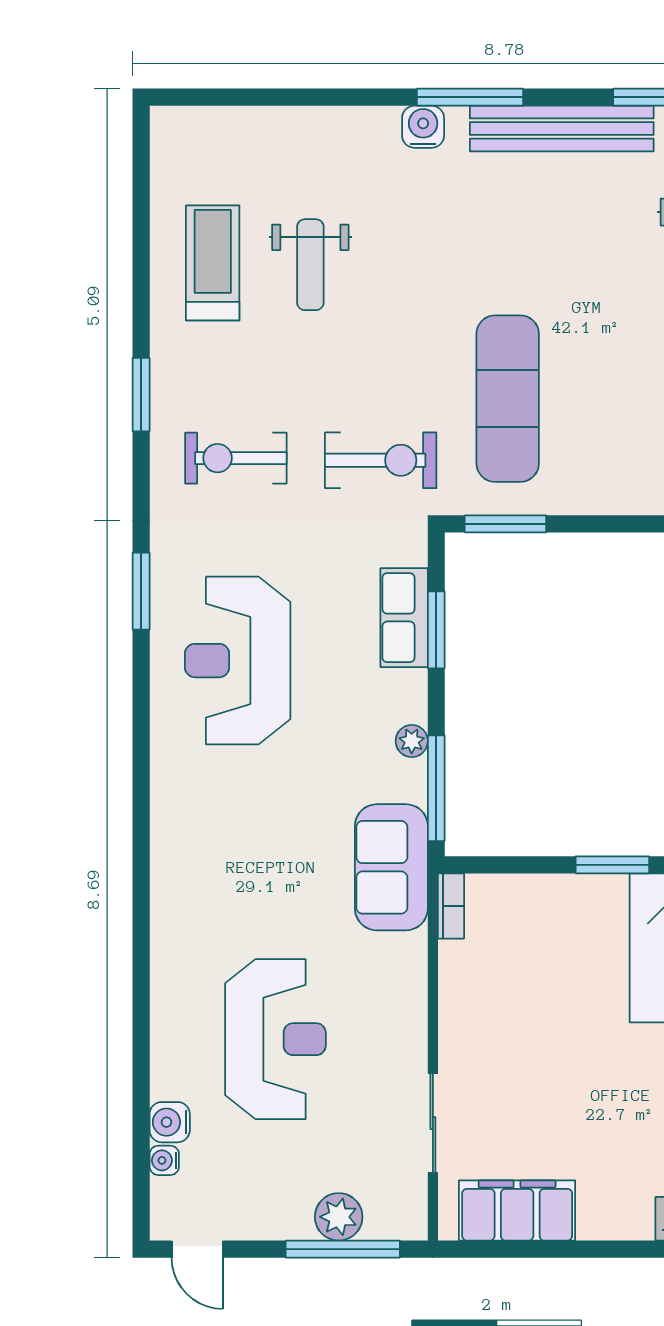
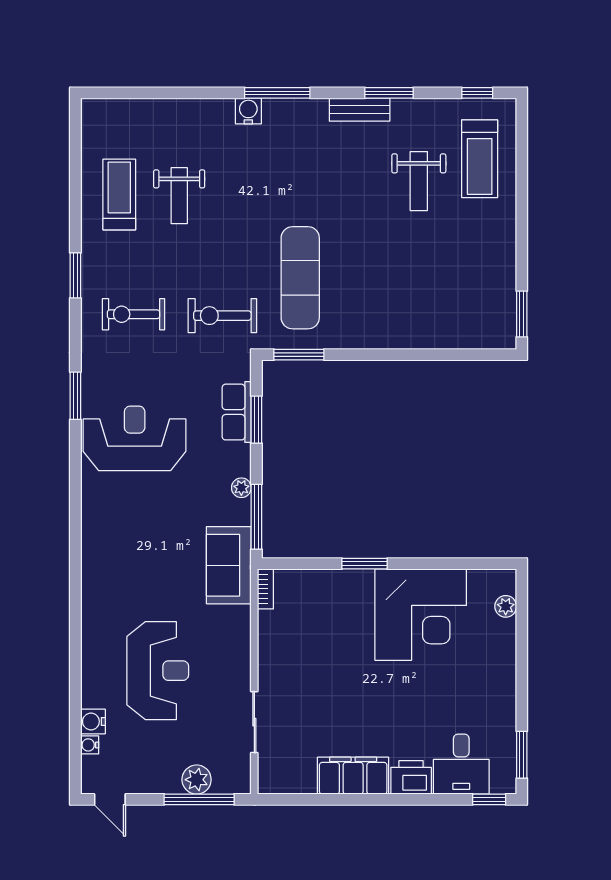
bench: (562, 129) -> (360, 110), width x0.54, depth x0.82
exercise bike: (381, 460) -> (222, 316), turned 180
reception desk: (238, 661) -> (135, 438), turned 90
filing cabinet: (517, 1210) -> (353, 776), moved

